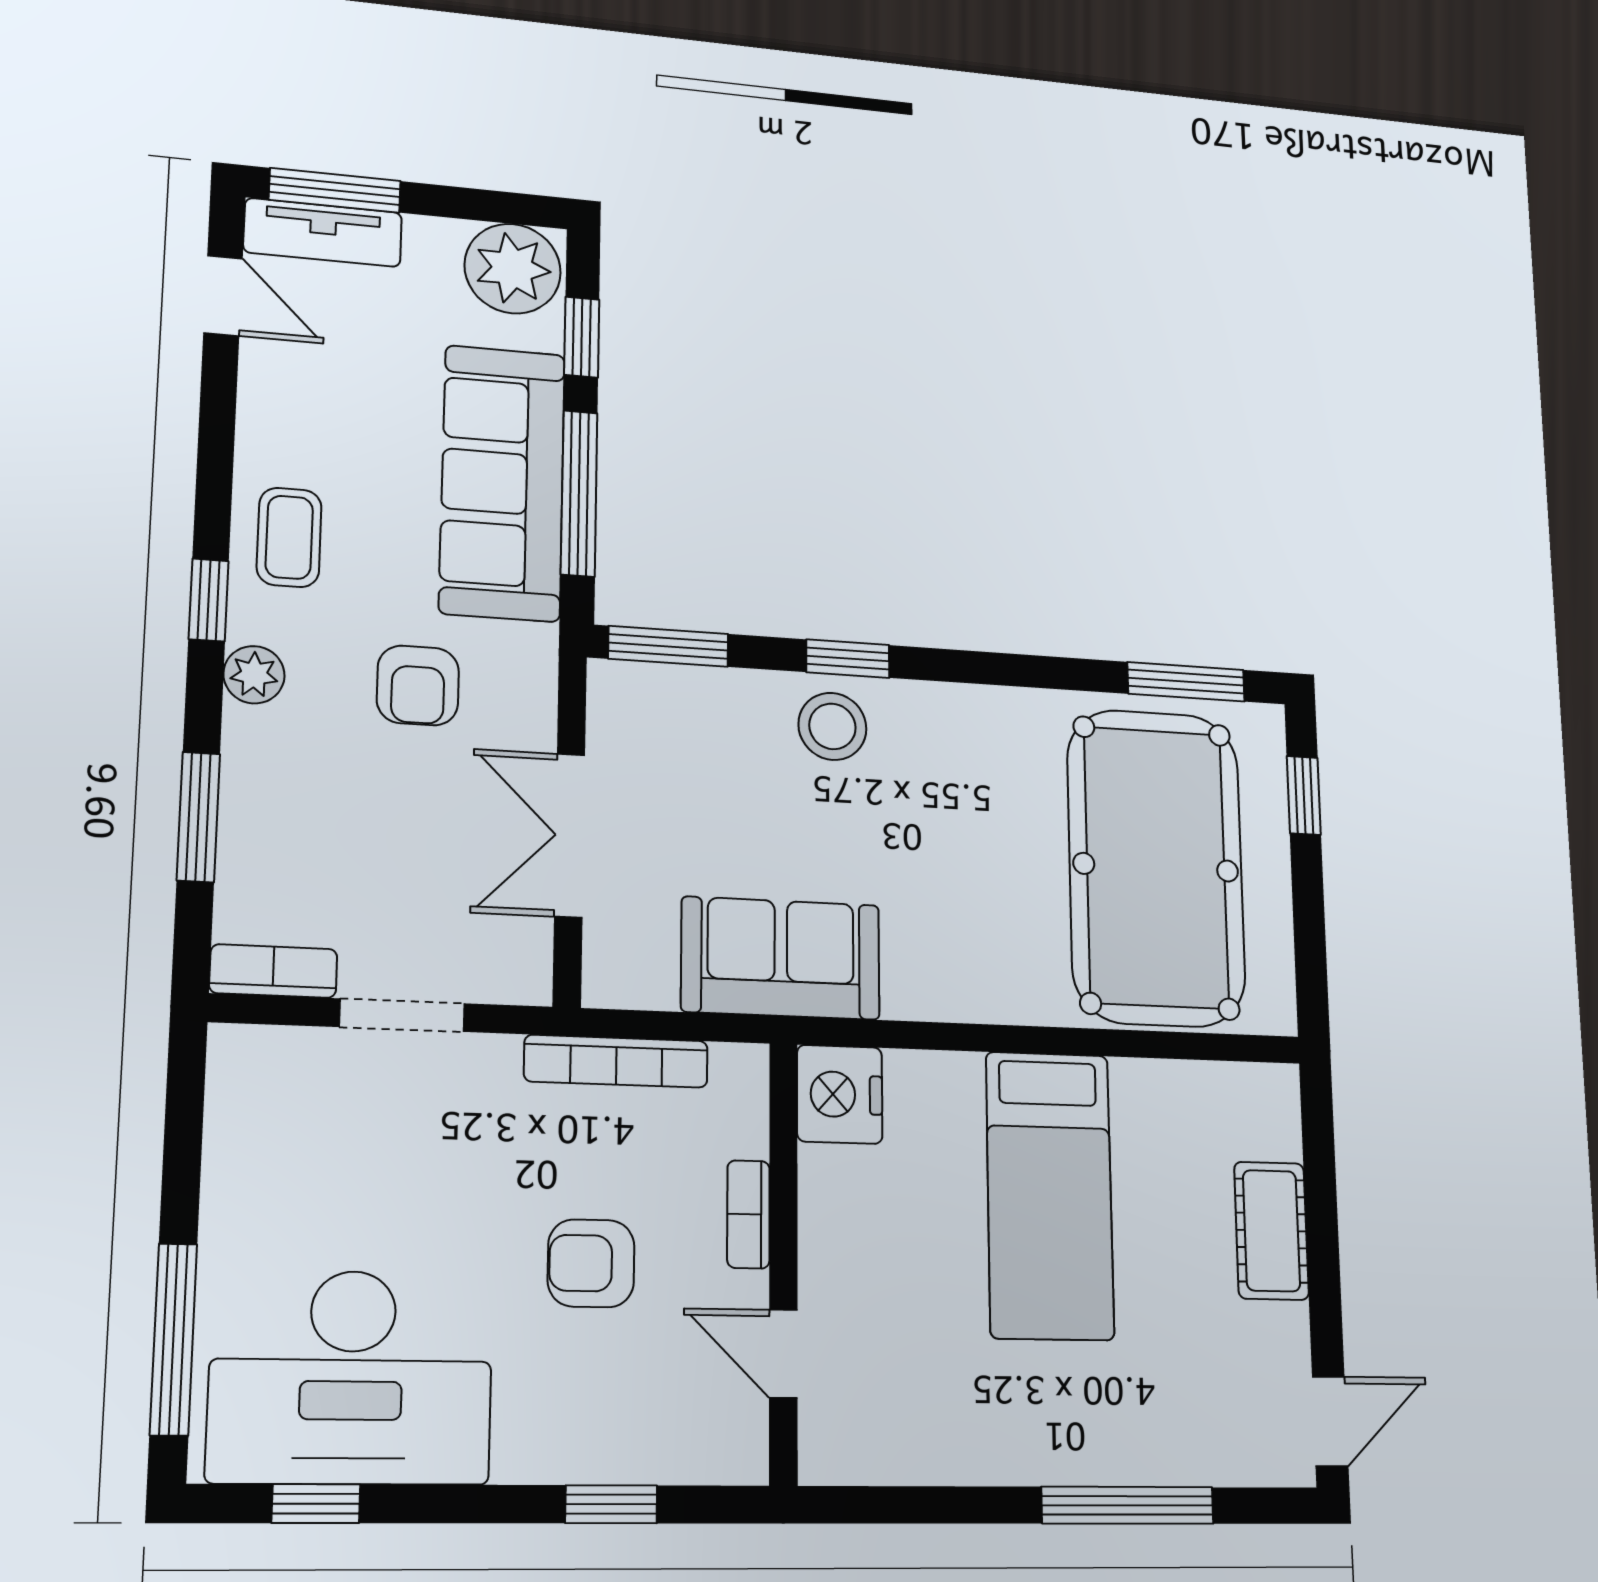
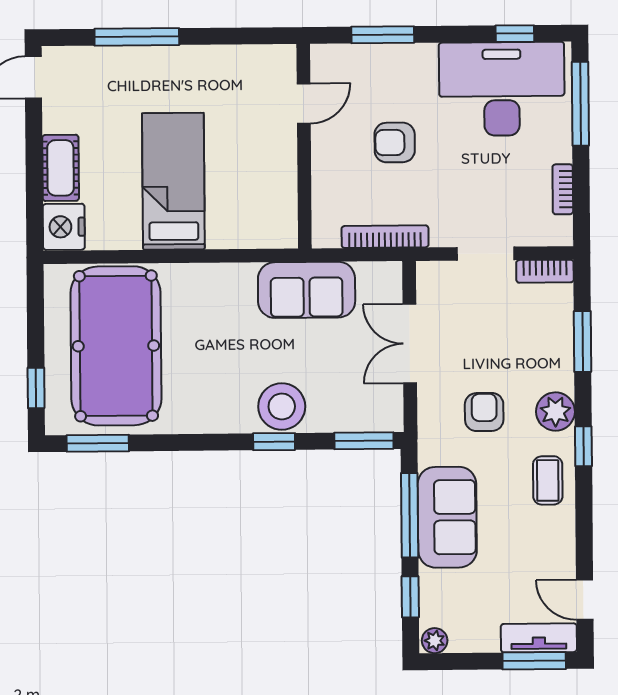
plant: (513, 269) -> (435, 641), width x0.53, depth x0.53
sofa: (502, 483) -> (447, 517), width x0.73
plant: (254, 675) -> (555, 412), width x1.38, depth x1.38
stool: (832, 726) -> (282, 406), width x1.38, depth x1.38
double door: (570, 835) -> (410, 344), swing flipped
nightstand: (840, 1094) -> (64, 227), moved, turned 180
bookcase: (748, 1214) -> (563, 189), moved, turned 180
armchair: (591, 1263) -> (395, 142), turned 180
door: (783, 1354) -> (304, 103), hinge flipped
window: (611, 1504) -> (383, 35), width x1.50

